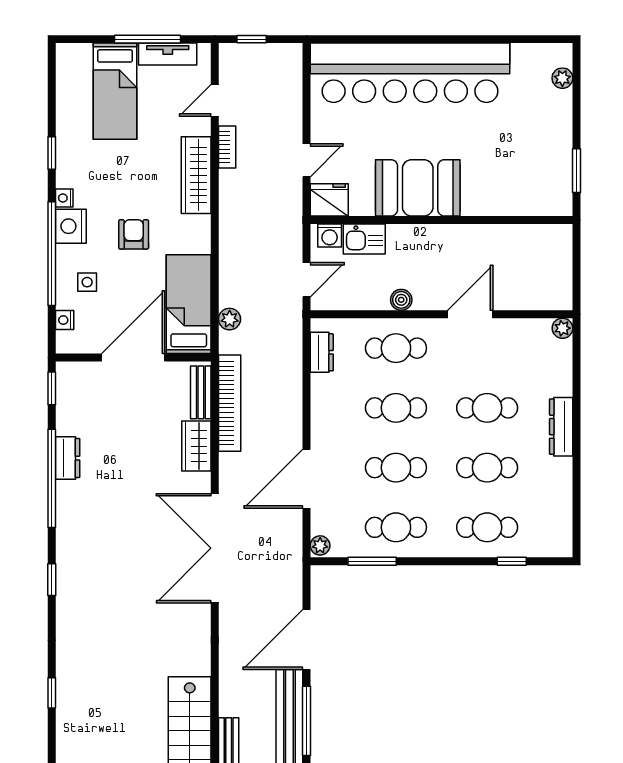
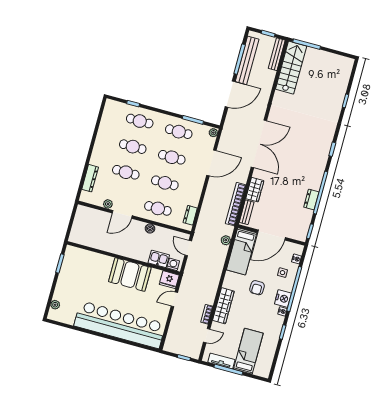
door: (307, 280) -> (188, 248), hinge flipped
plant: (562, 328) -> (108, 204), moved
dresser: (561, 427) -> (90, 178), moved

